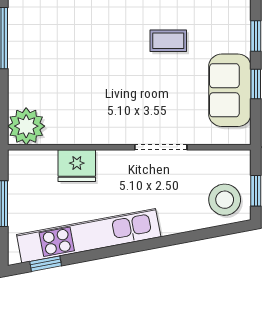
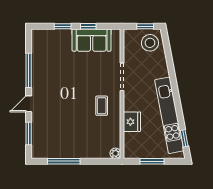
coffee table: (168, 41) -> (102, 106), moved
plant: (26, 126) -> (115, 153), width x0.53, depth x0.53

